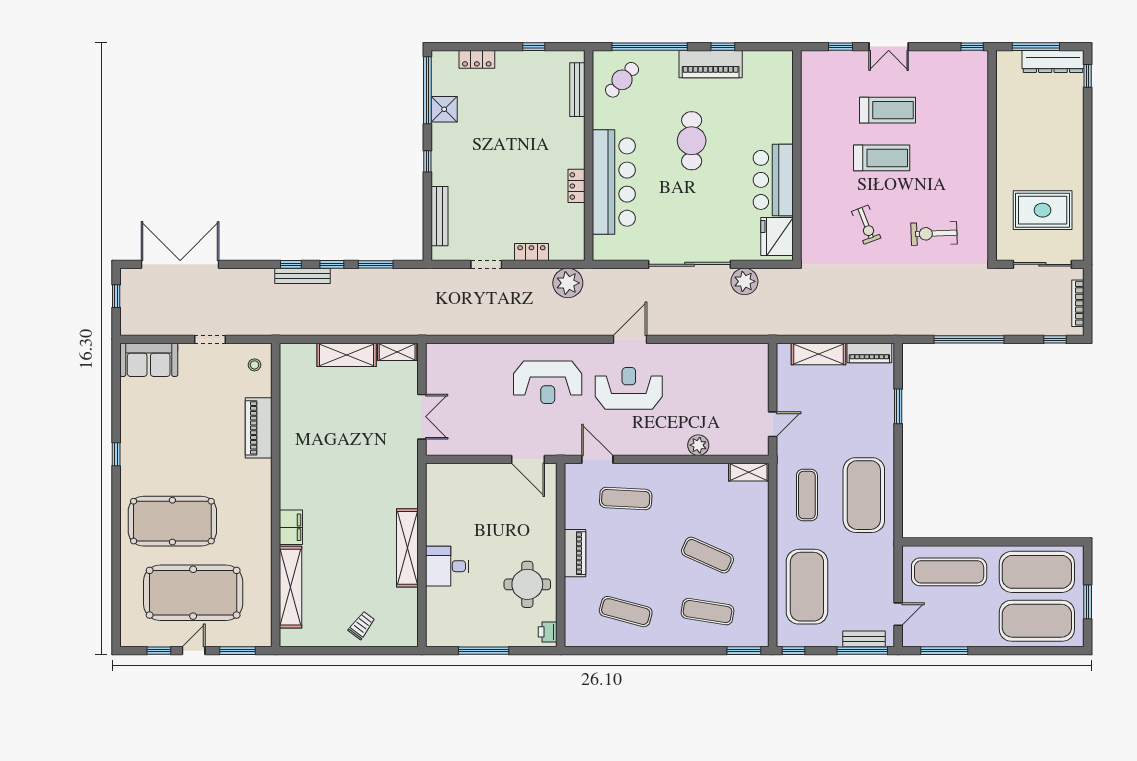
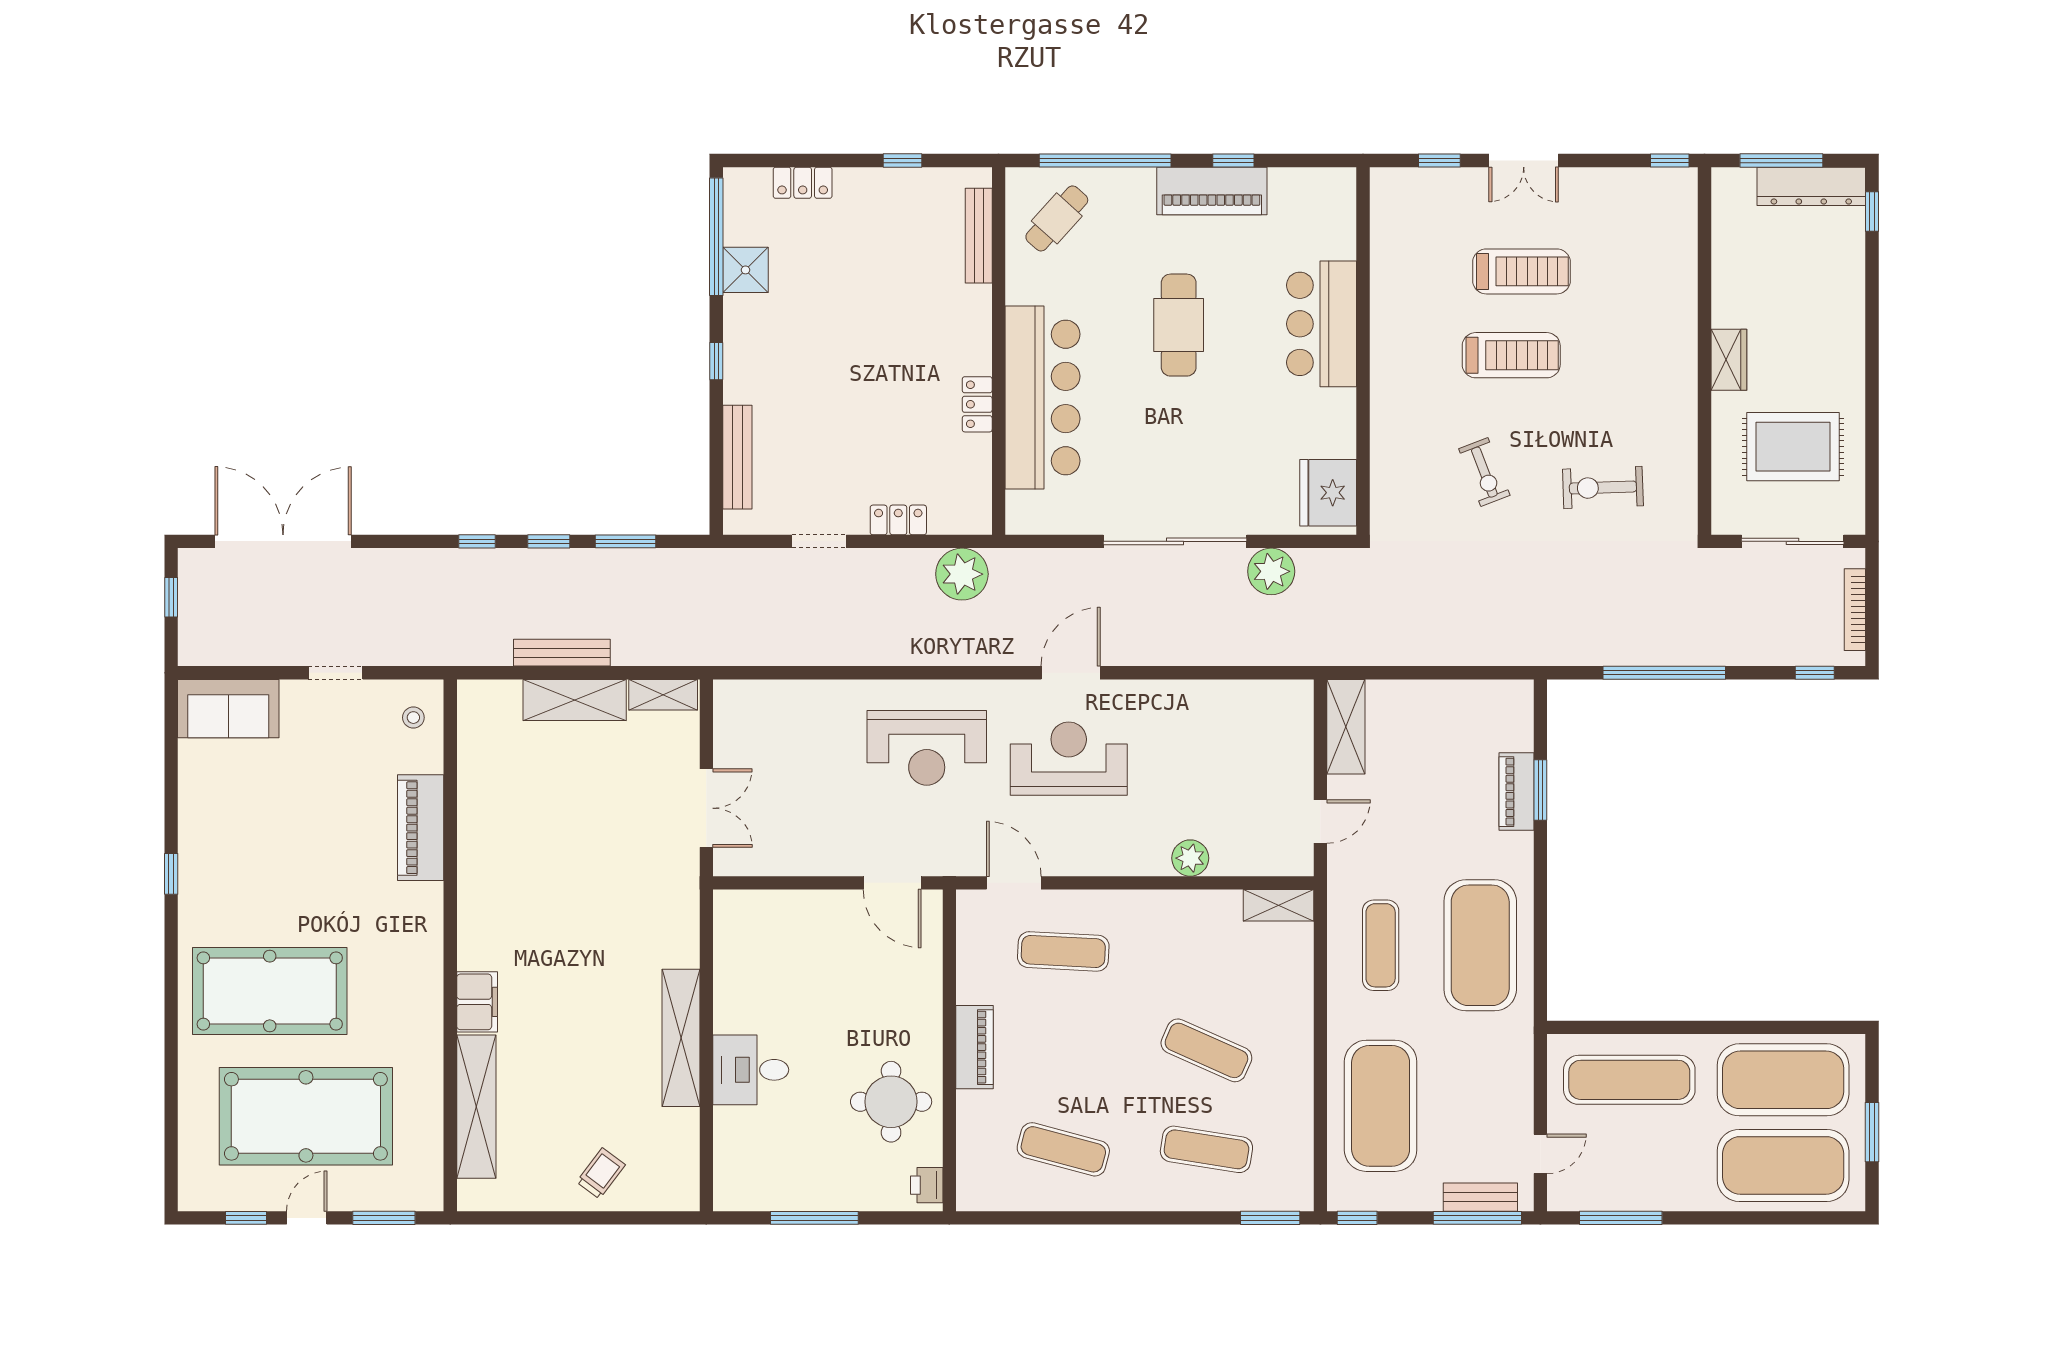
wardrobe: (1006, 161) -> (1729, 360), added
bar counter: (773, 180) -> (1322, 324), moved
bench: (303, 276) -> (562, 653), moved
piano: (869, 353) -> (1516, 792), moved, turned 90
shelving: (819, 354) -> (1346, 727), moved, turned 90

